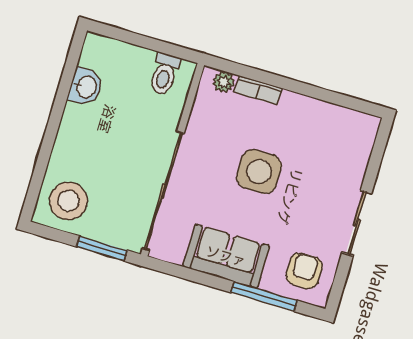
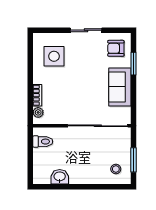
side table: (259, 172) -> (54, 56), moved
stool: (68, 201) -> (116, 169), width x0.53, depth x0.53
window: (102, 248) -> (134, 160), moved
window: (264, 297) -> (134, 64), width x0.69

